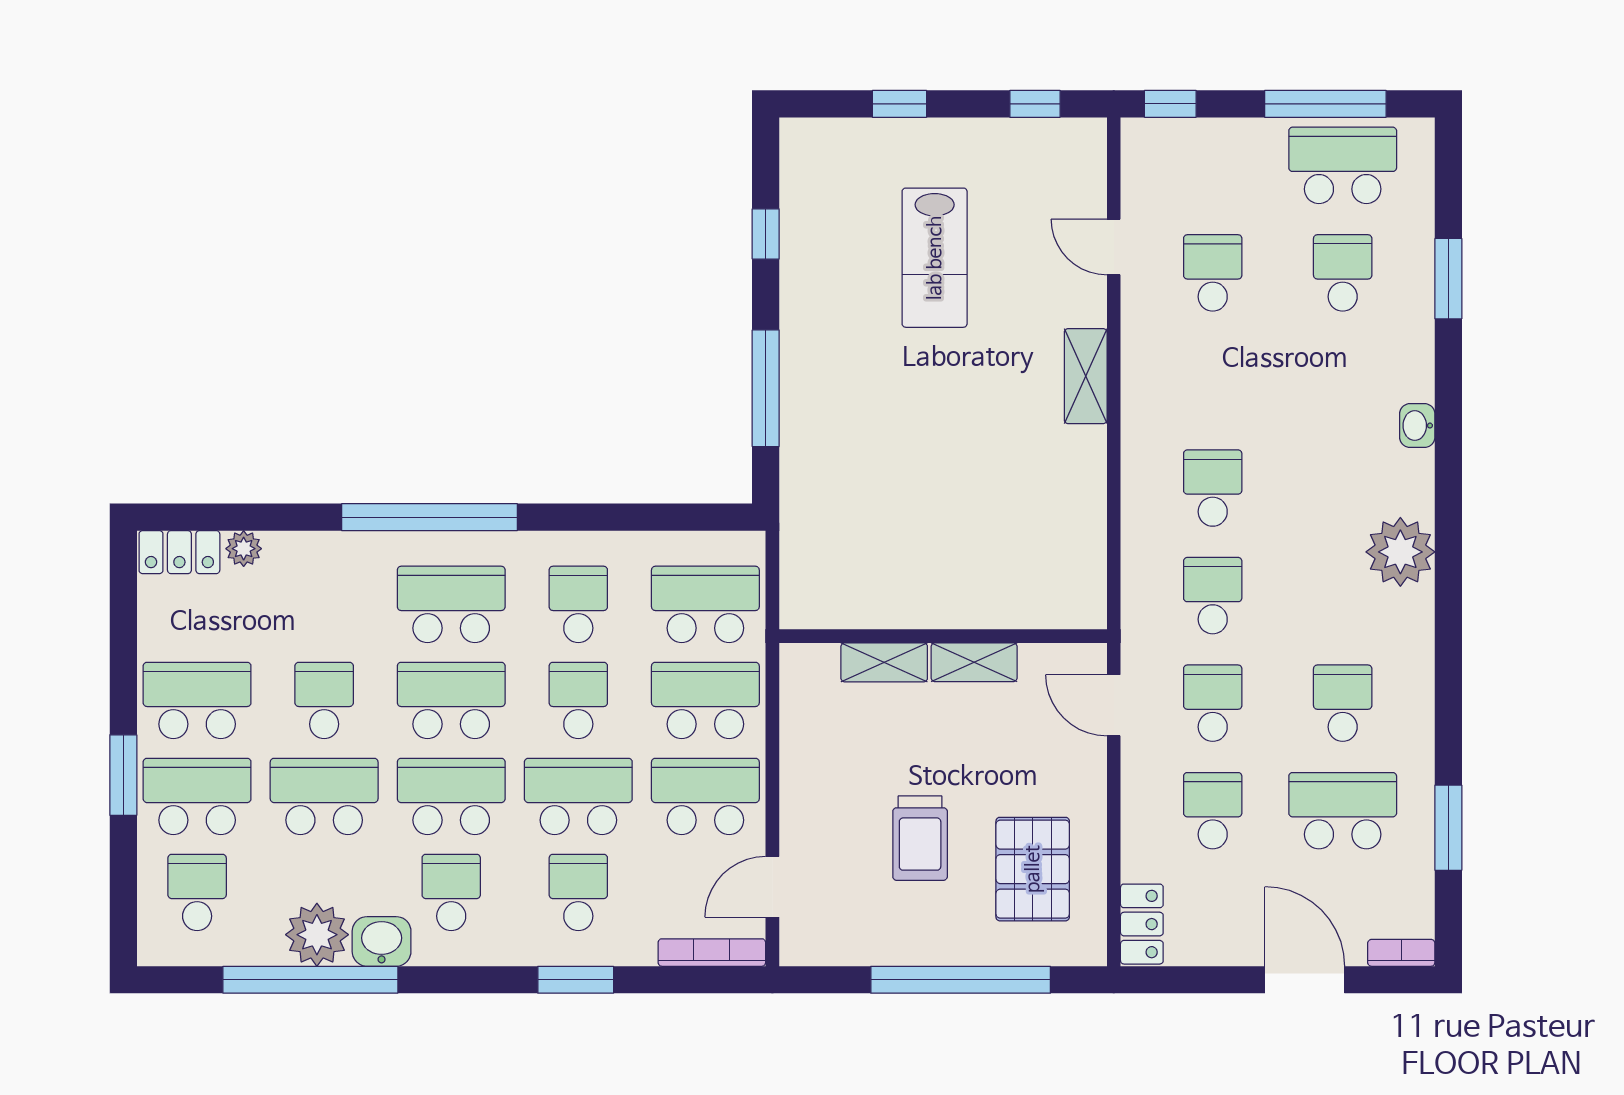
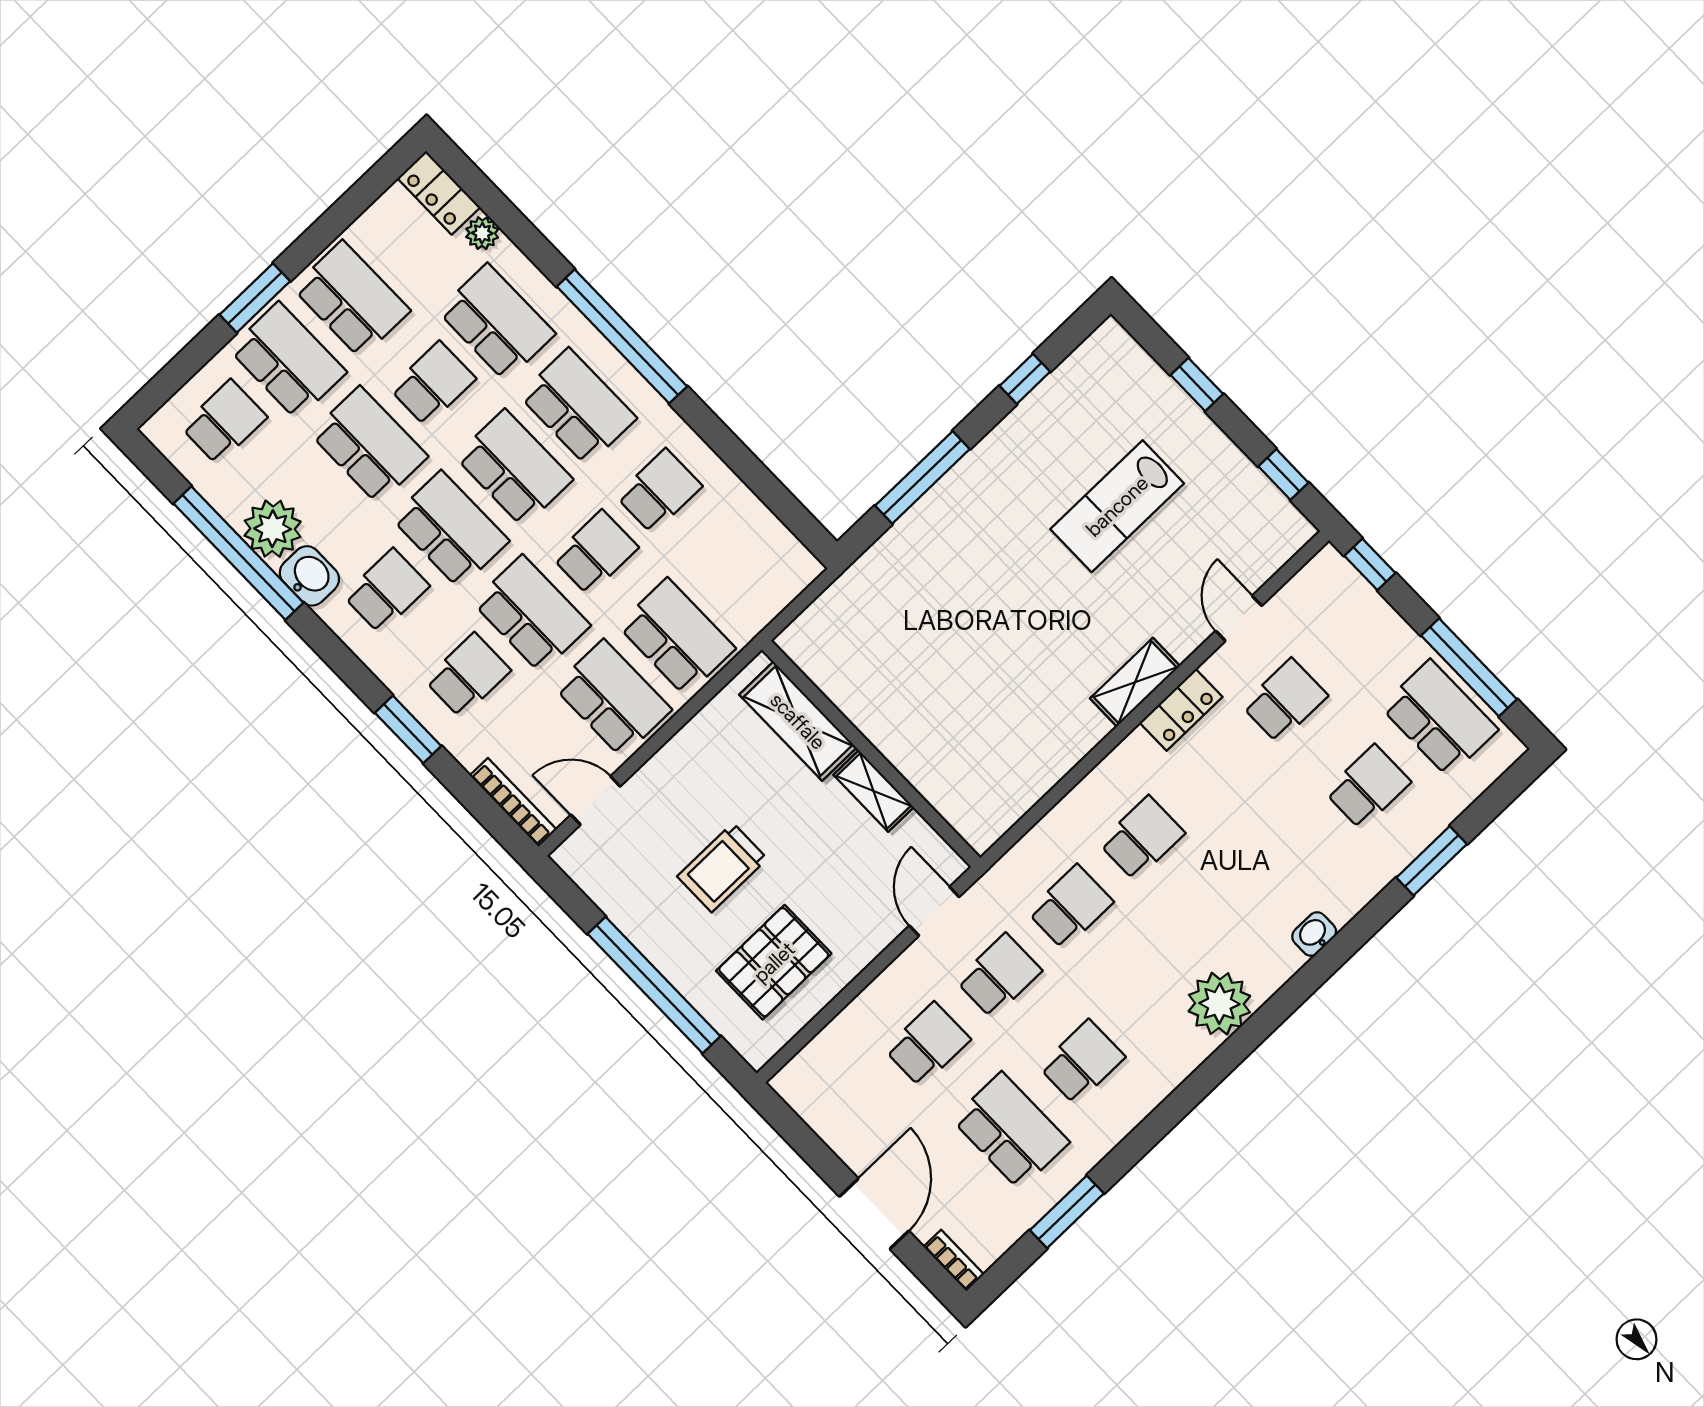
school desk: (705, 604) -> (497, 322), moved
shelving: (884, 662) -> (798, 721), width x1.50, depth x1.33
locker: (1142, 924) -> (1181, 710), moved

